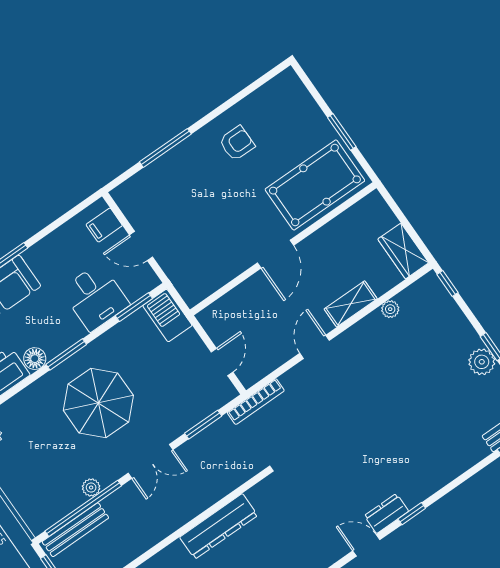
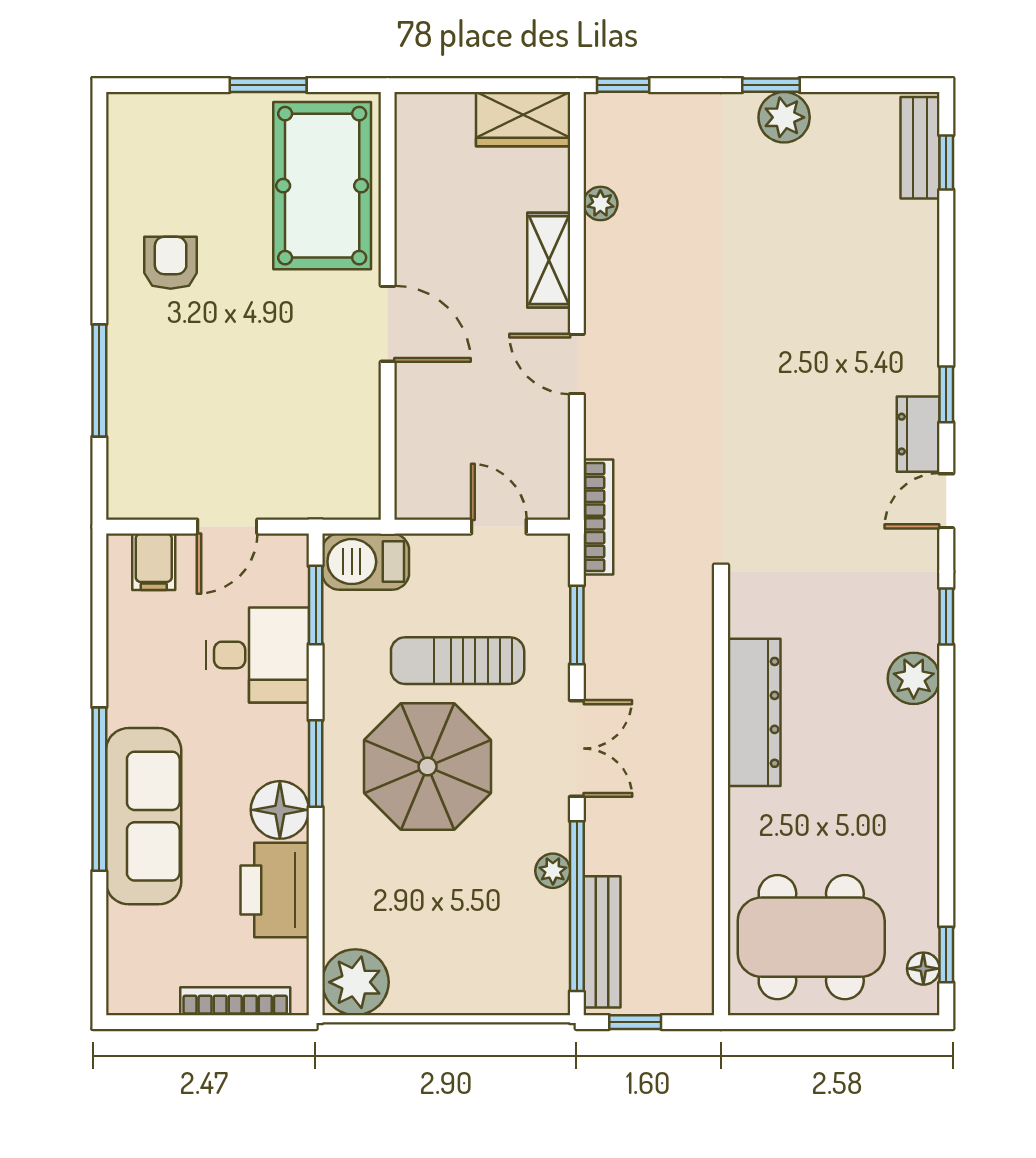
floor lamp: (35, 359) -> (280, 810), width x1.38, depth x1.38
sun lounger: (152, 384) -> (458, 661), added

